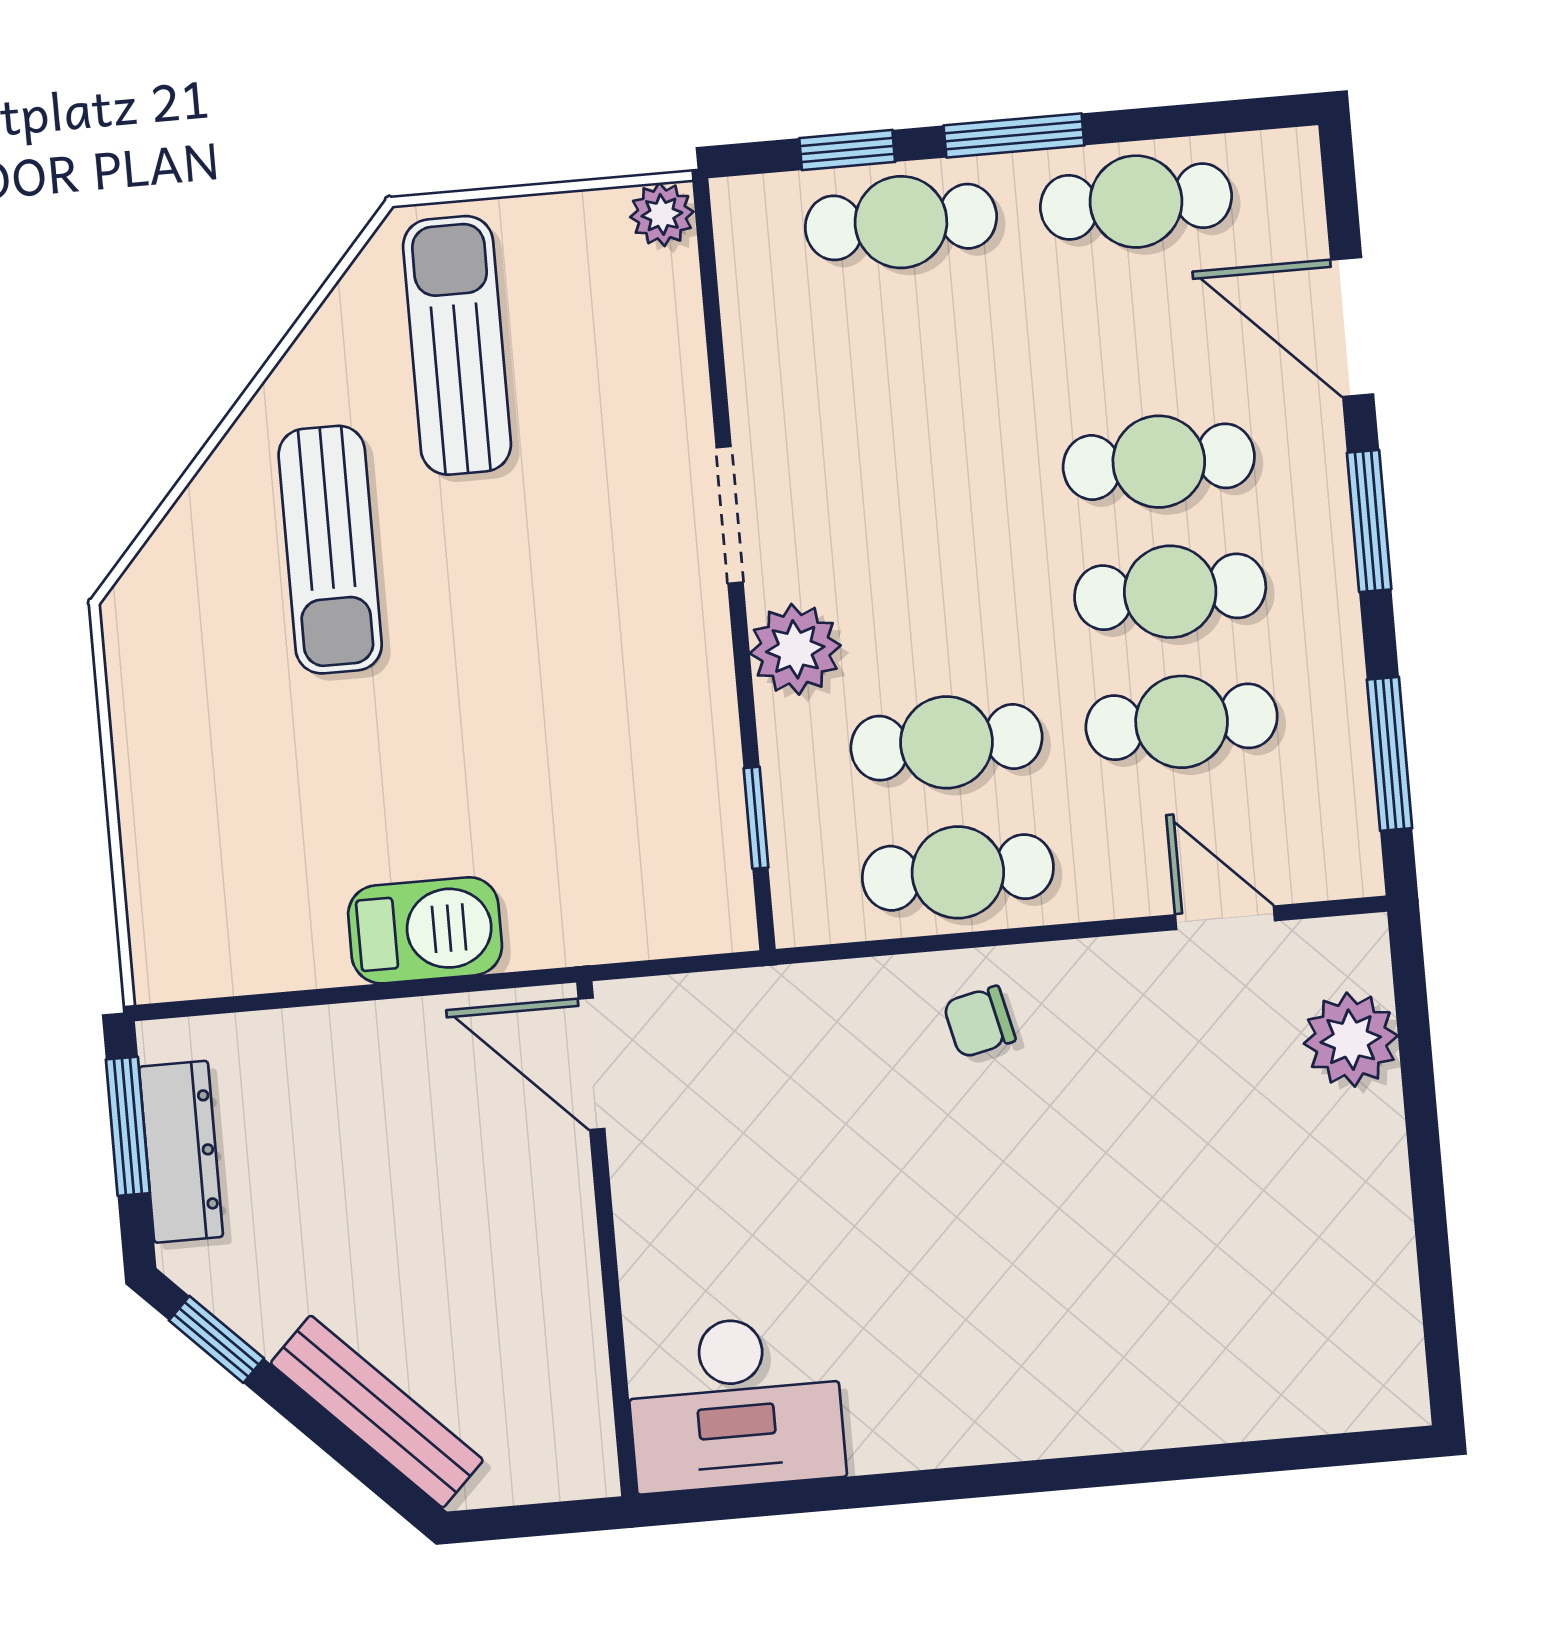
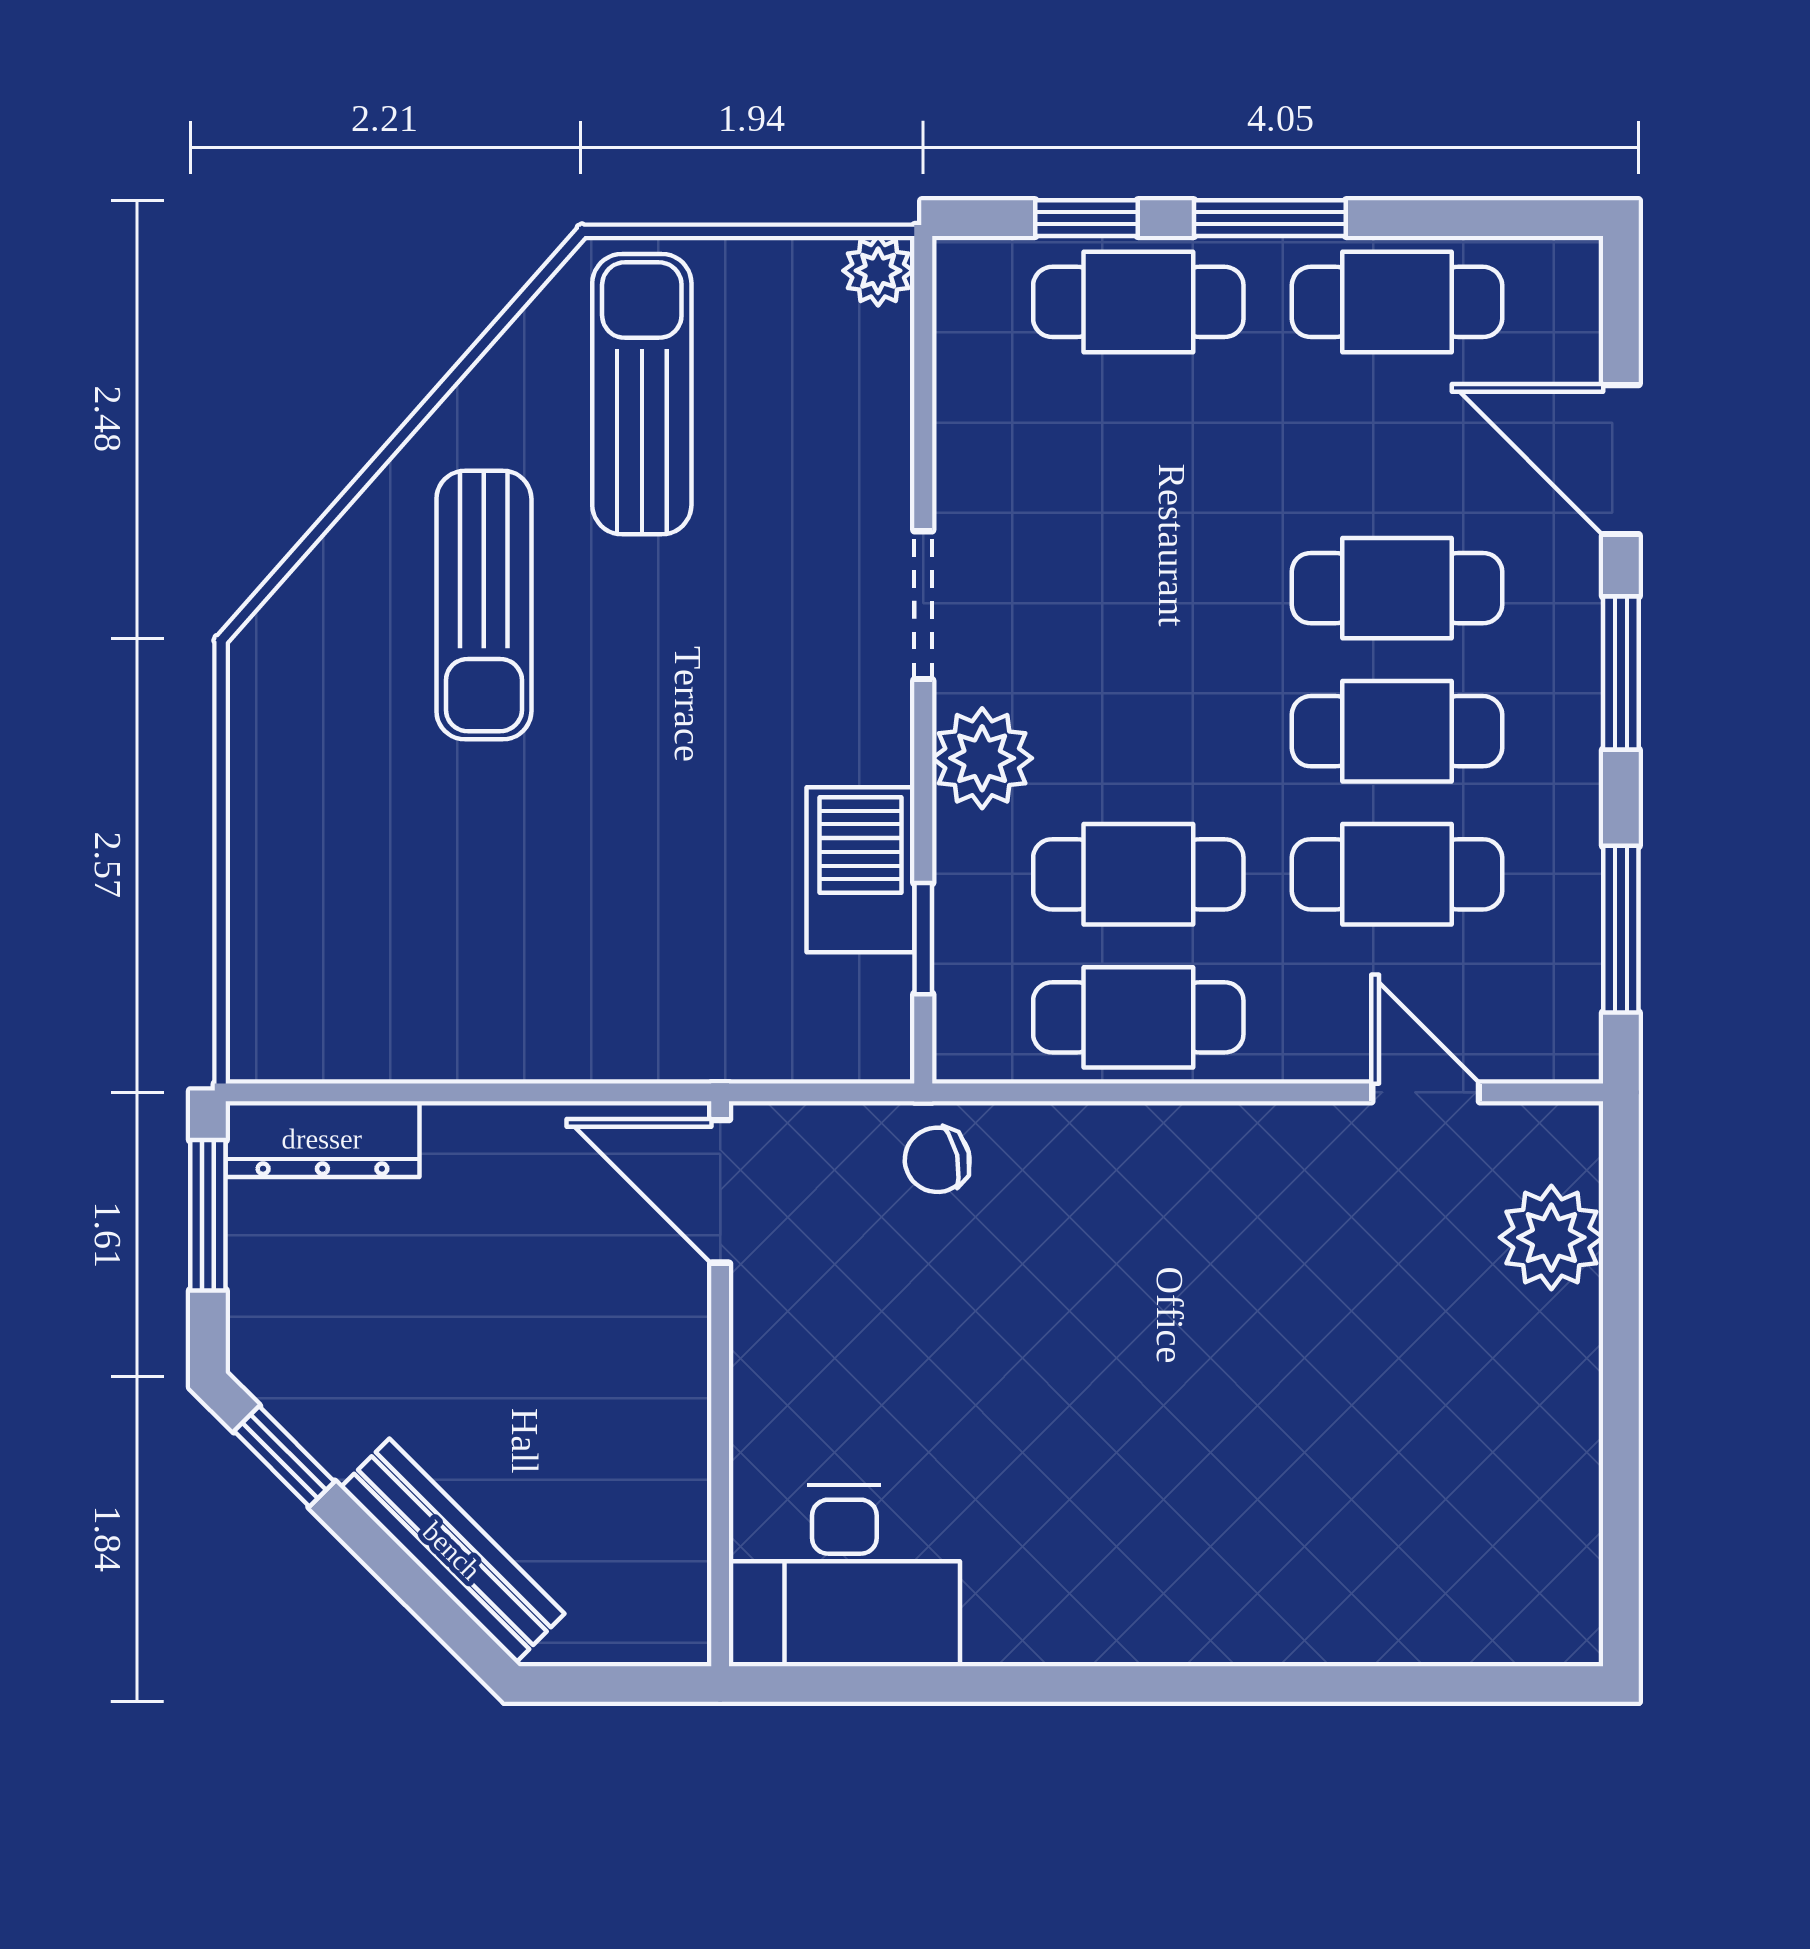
barbecue: (425, 930) -> (861, 870), moved, turned -90
chair: (979, 1022) -> (937, 1160), moved
dresser: (181, 1152) -> (322, 1139), moved, turned 90

